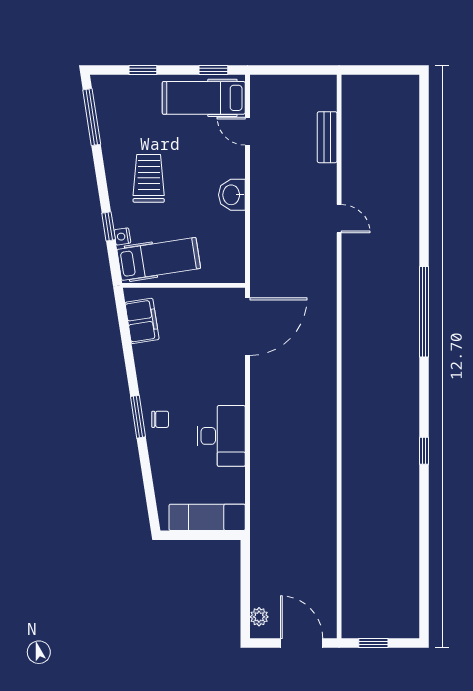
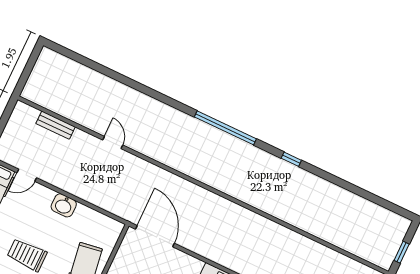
door: (339, 219) -> (113, 143), hinge flipped
window: (424, 312) -> (225, 128), moved

